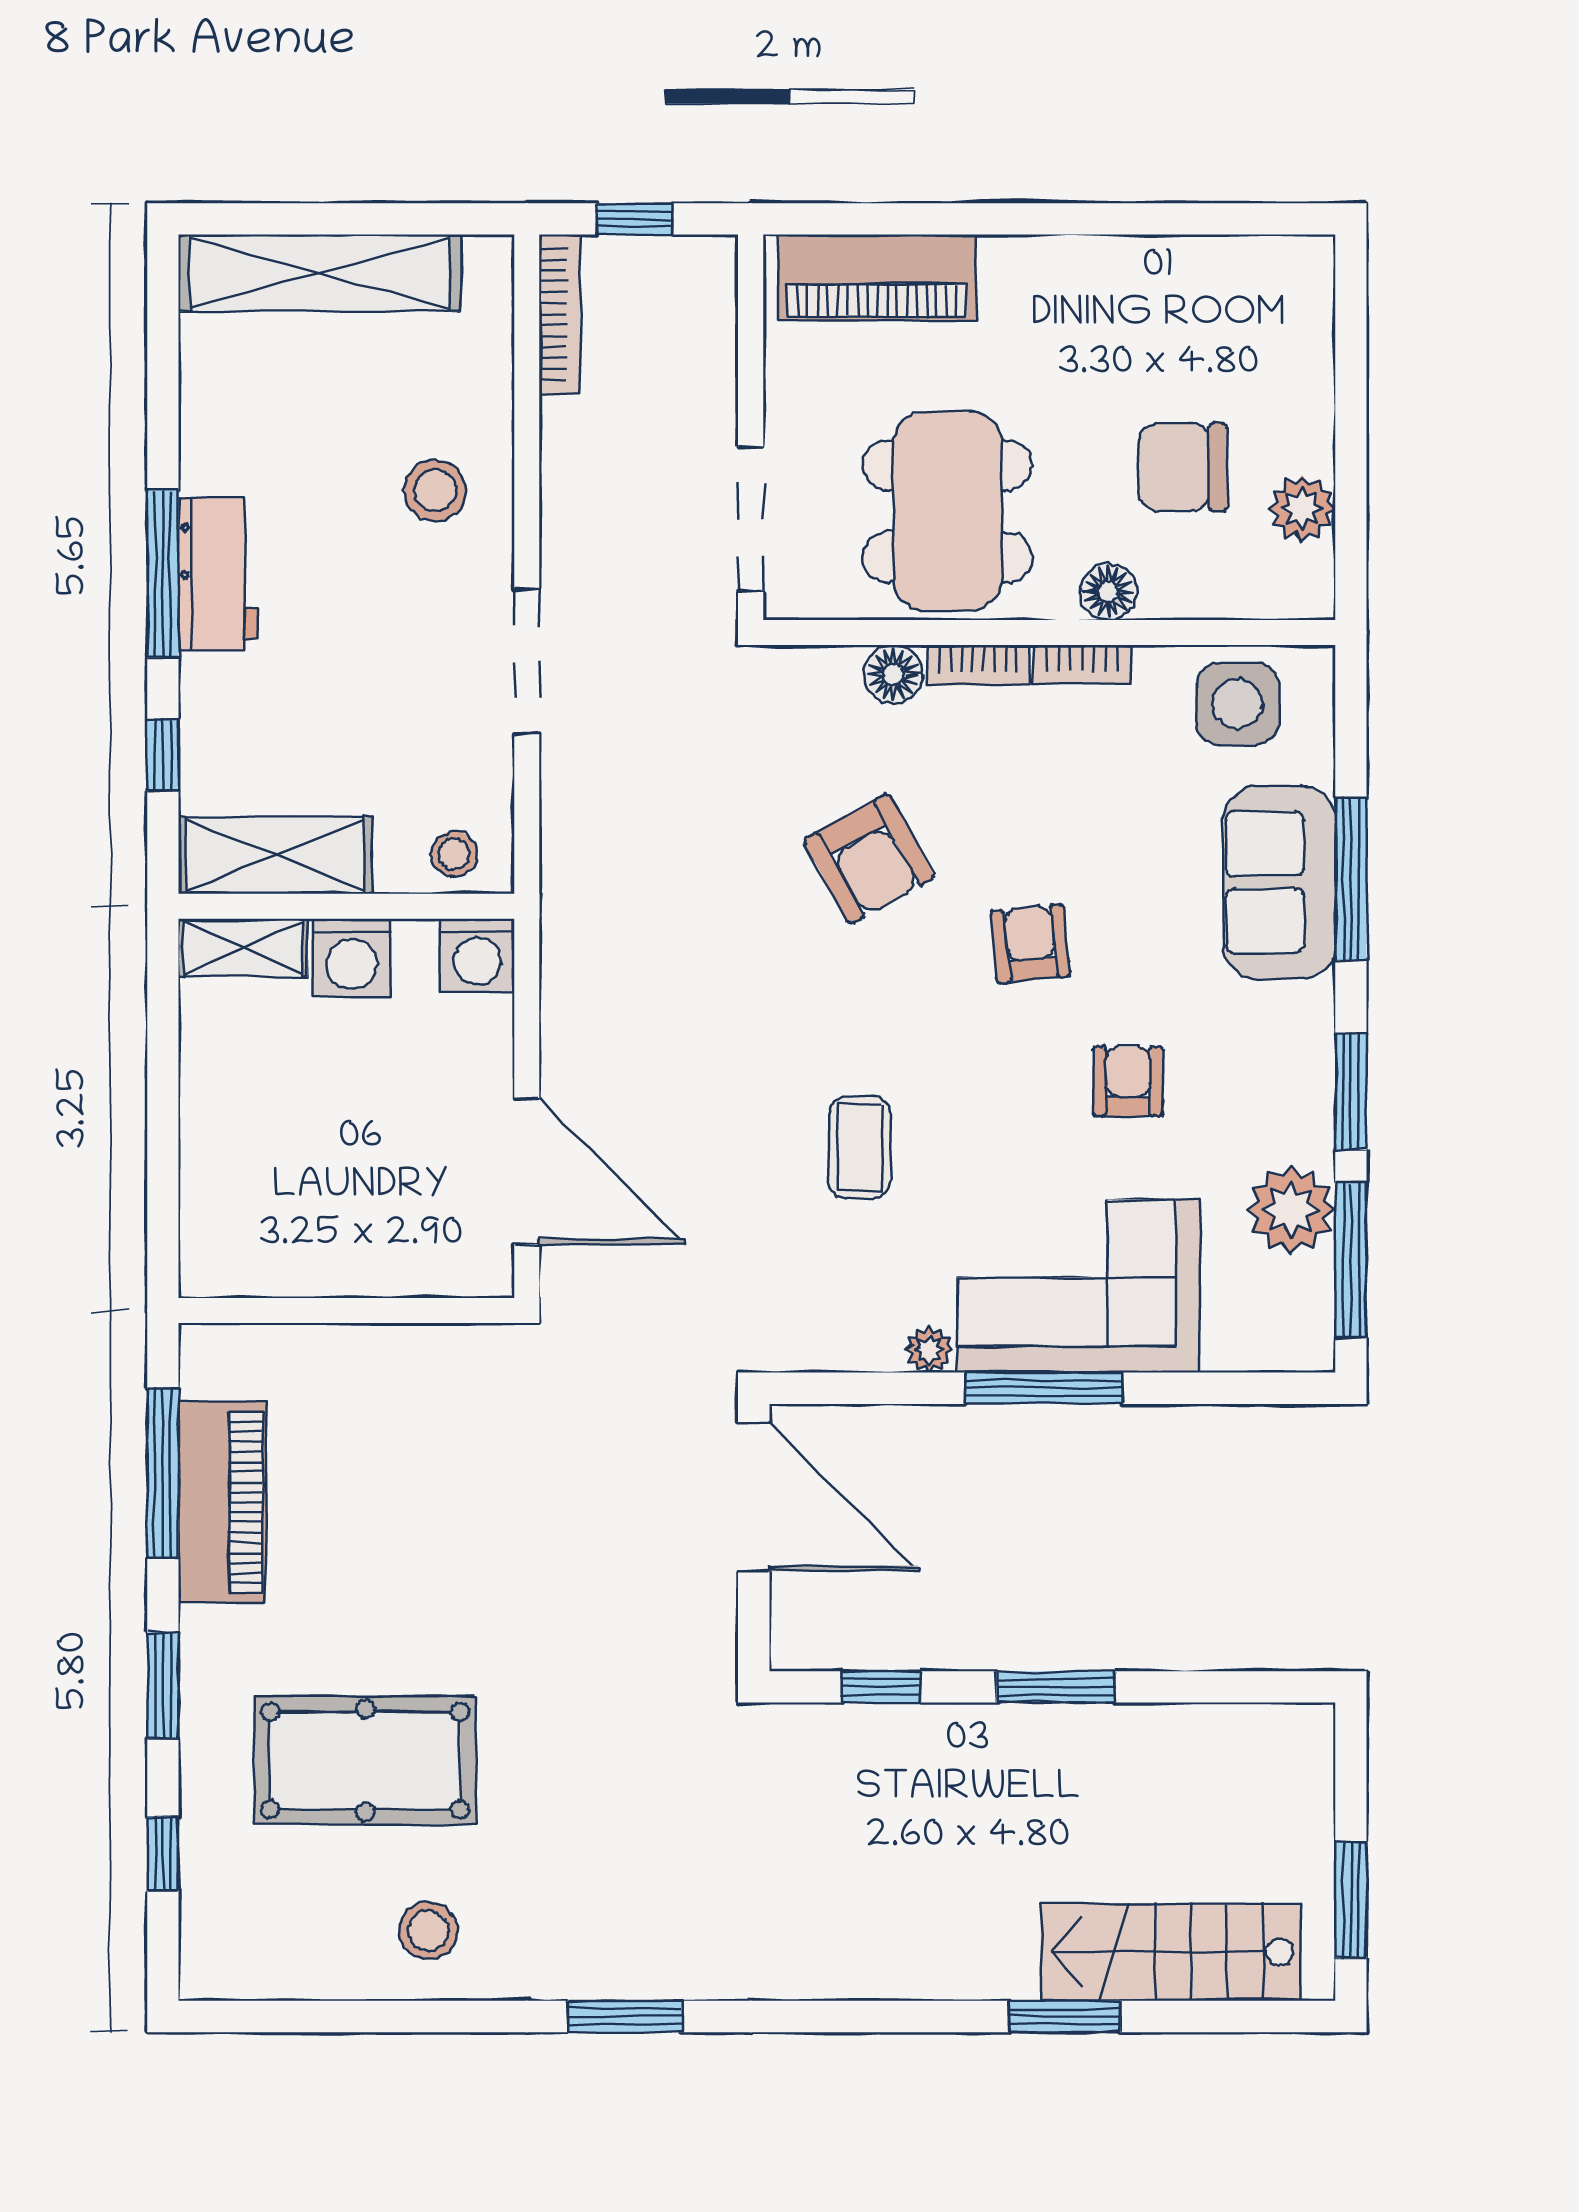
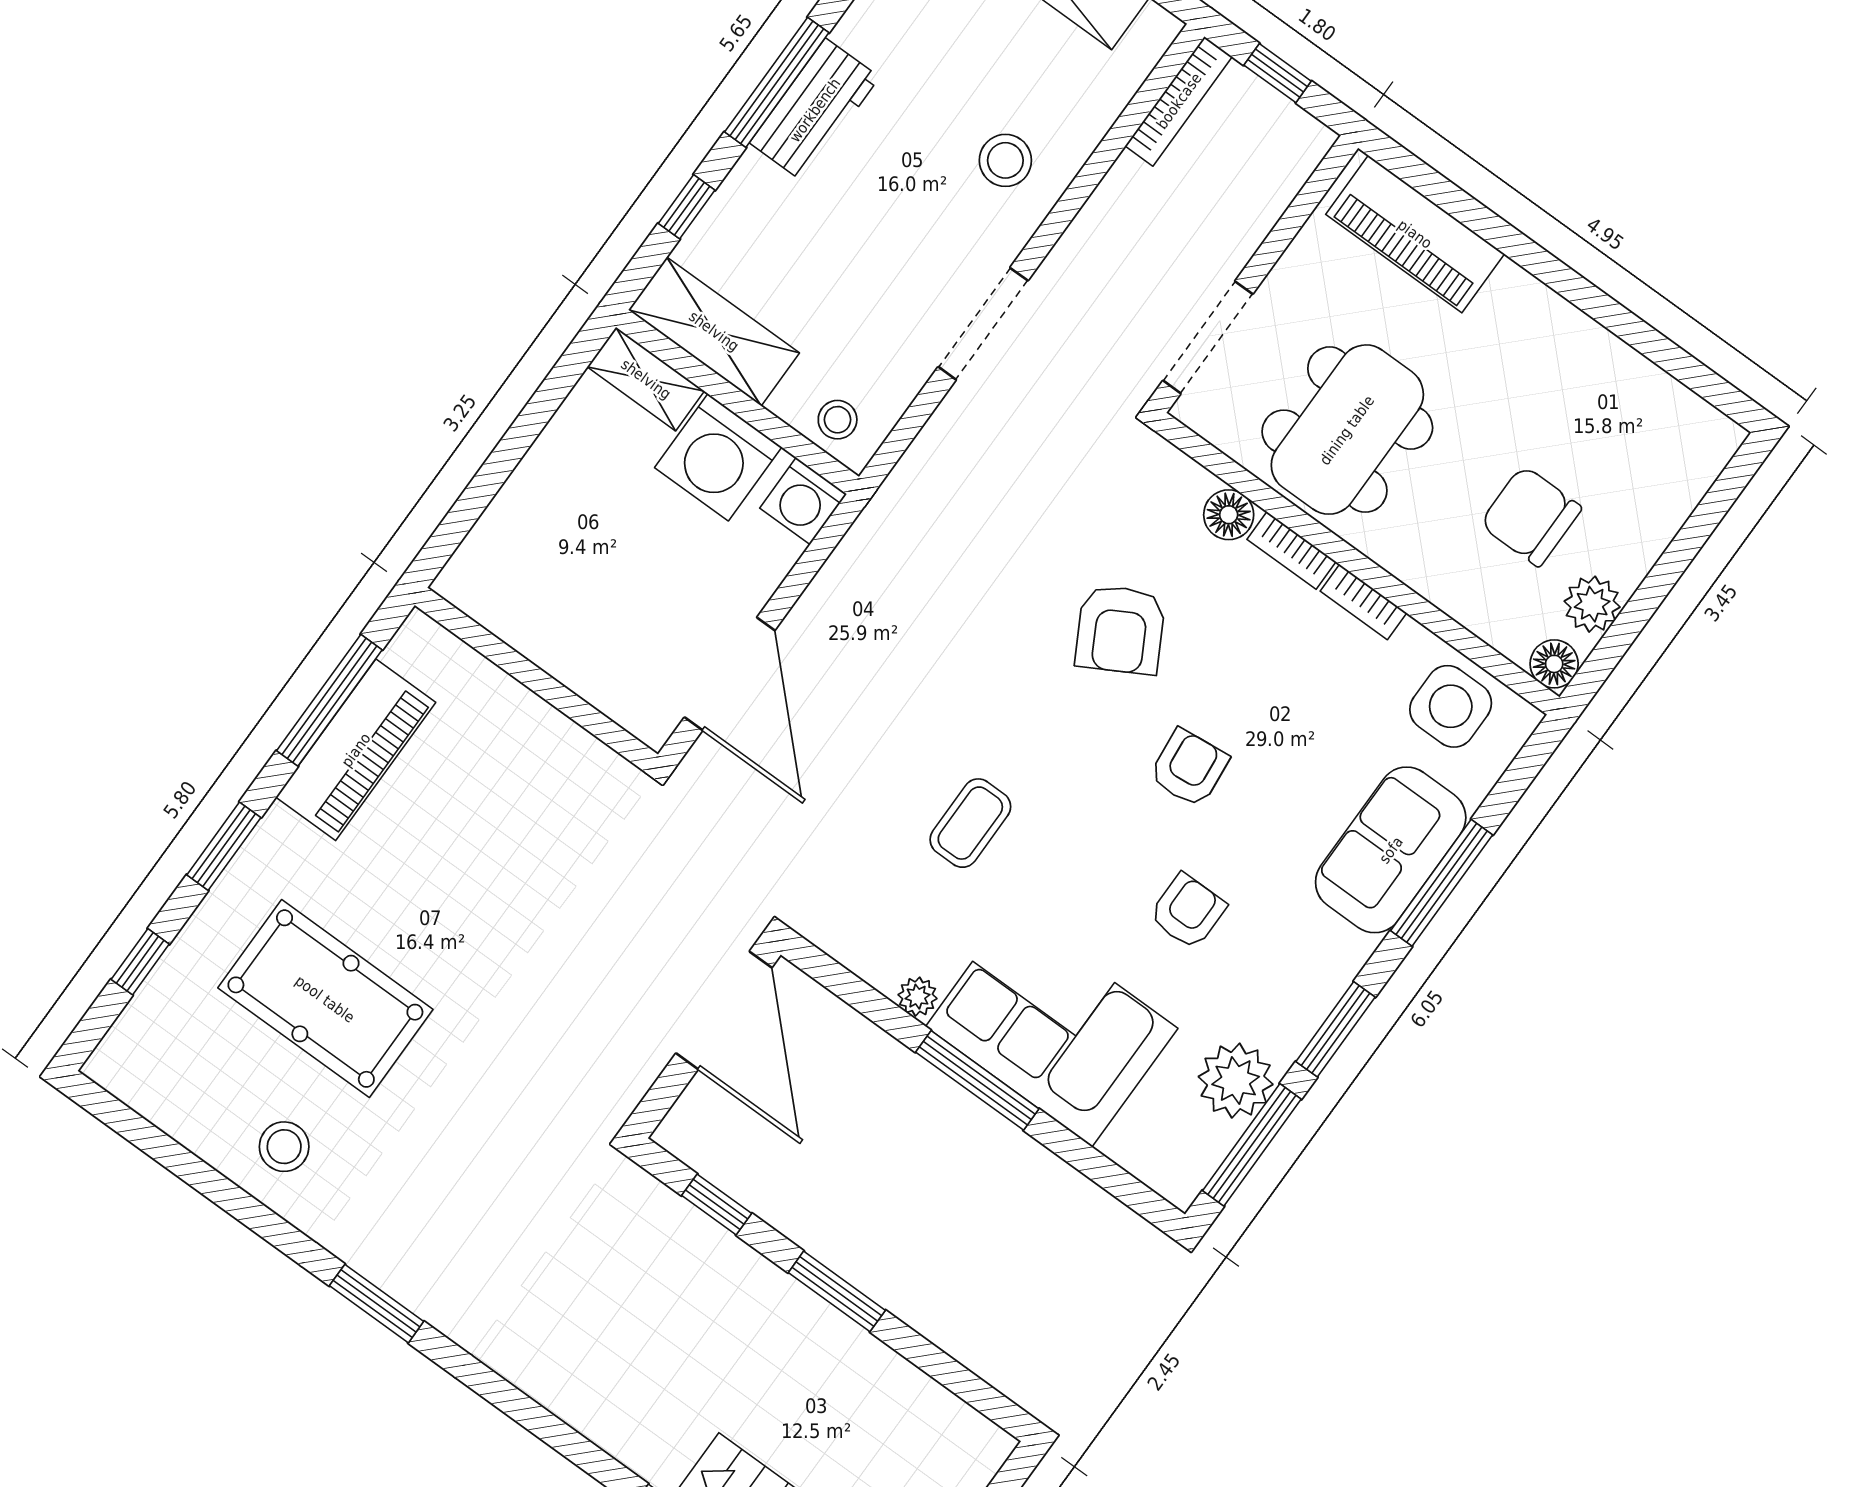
floor lamp: (1108, 592) -> (1554, 664), moved
washing machine: (351, 958) -> (718, 457), width x1.37, depth x1.37

